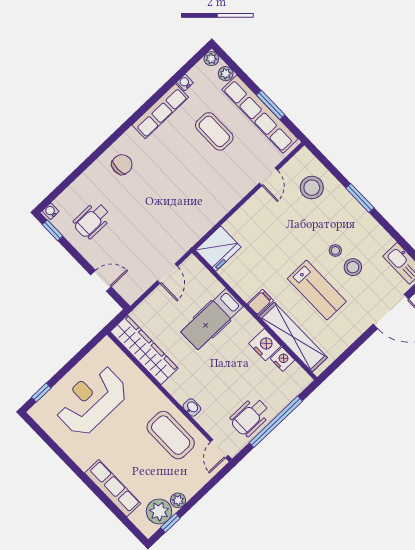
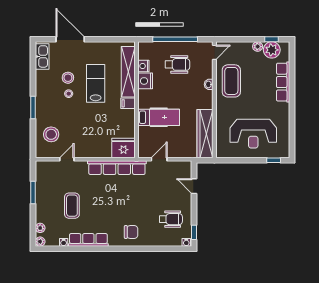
row of seats: (260, 114) -> (117, 168), moved, turned 90
chair: (122, 165) -> (131, 232), turned 180
wheelchair: (250, 417) -> (177, 64), moved

